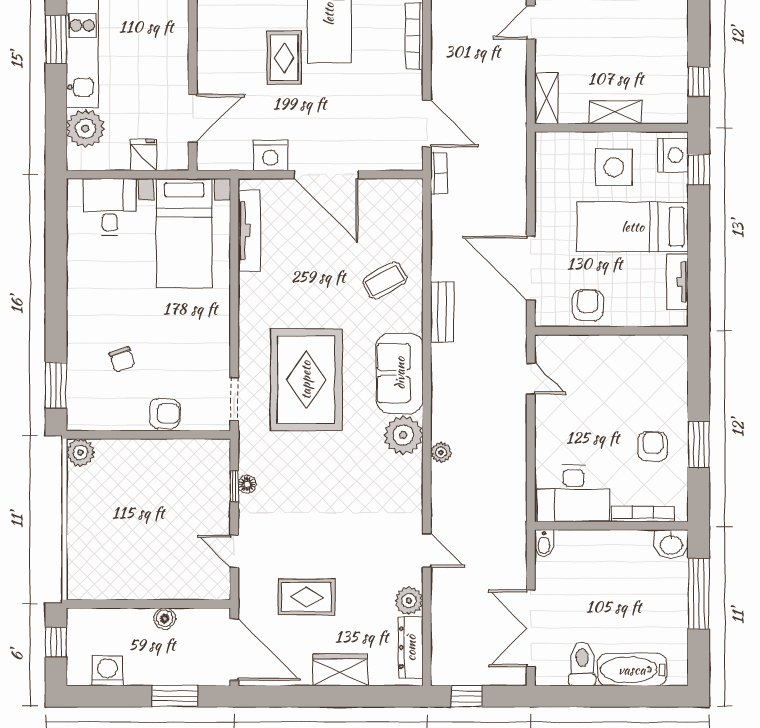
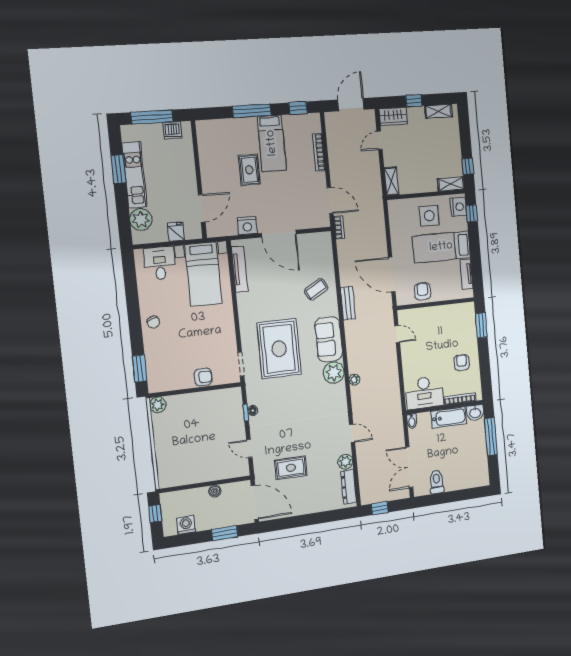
shelving: (615, 112) -> (451, 184), moved
chair: (122, 359) -> (153, 322), moved
window: (699, 444) -> (481, 325), moved
wardrobe: (340, 670) -> (313, 505), removed
bathtub: (632, 670) -> (449, 417), moved, turned 180

